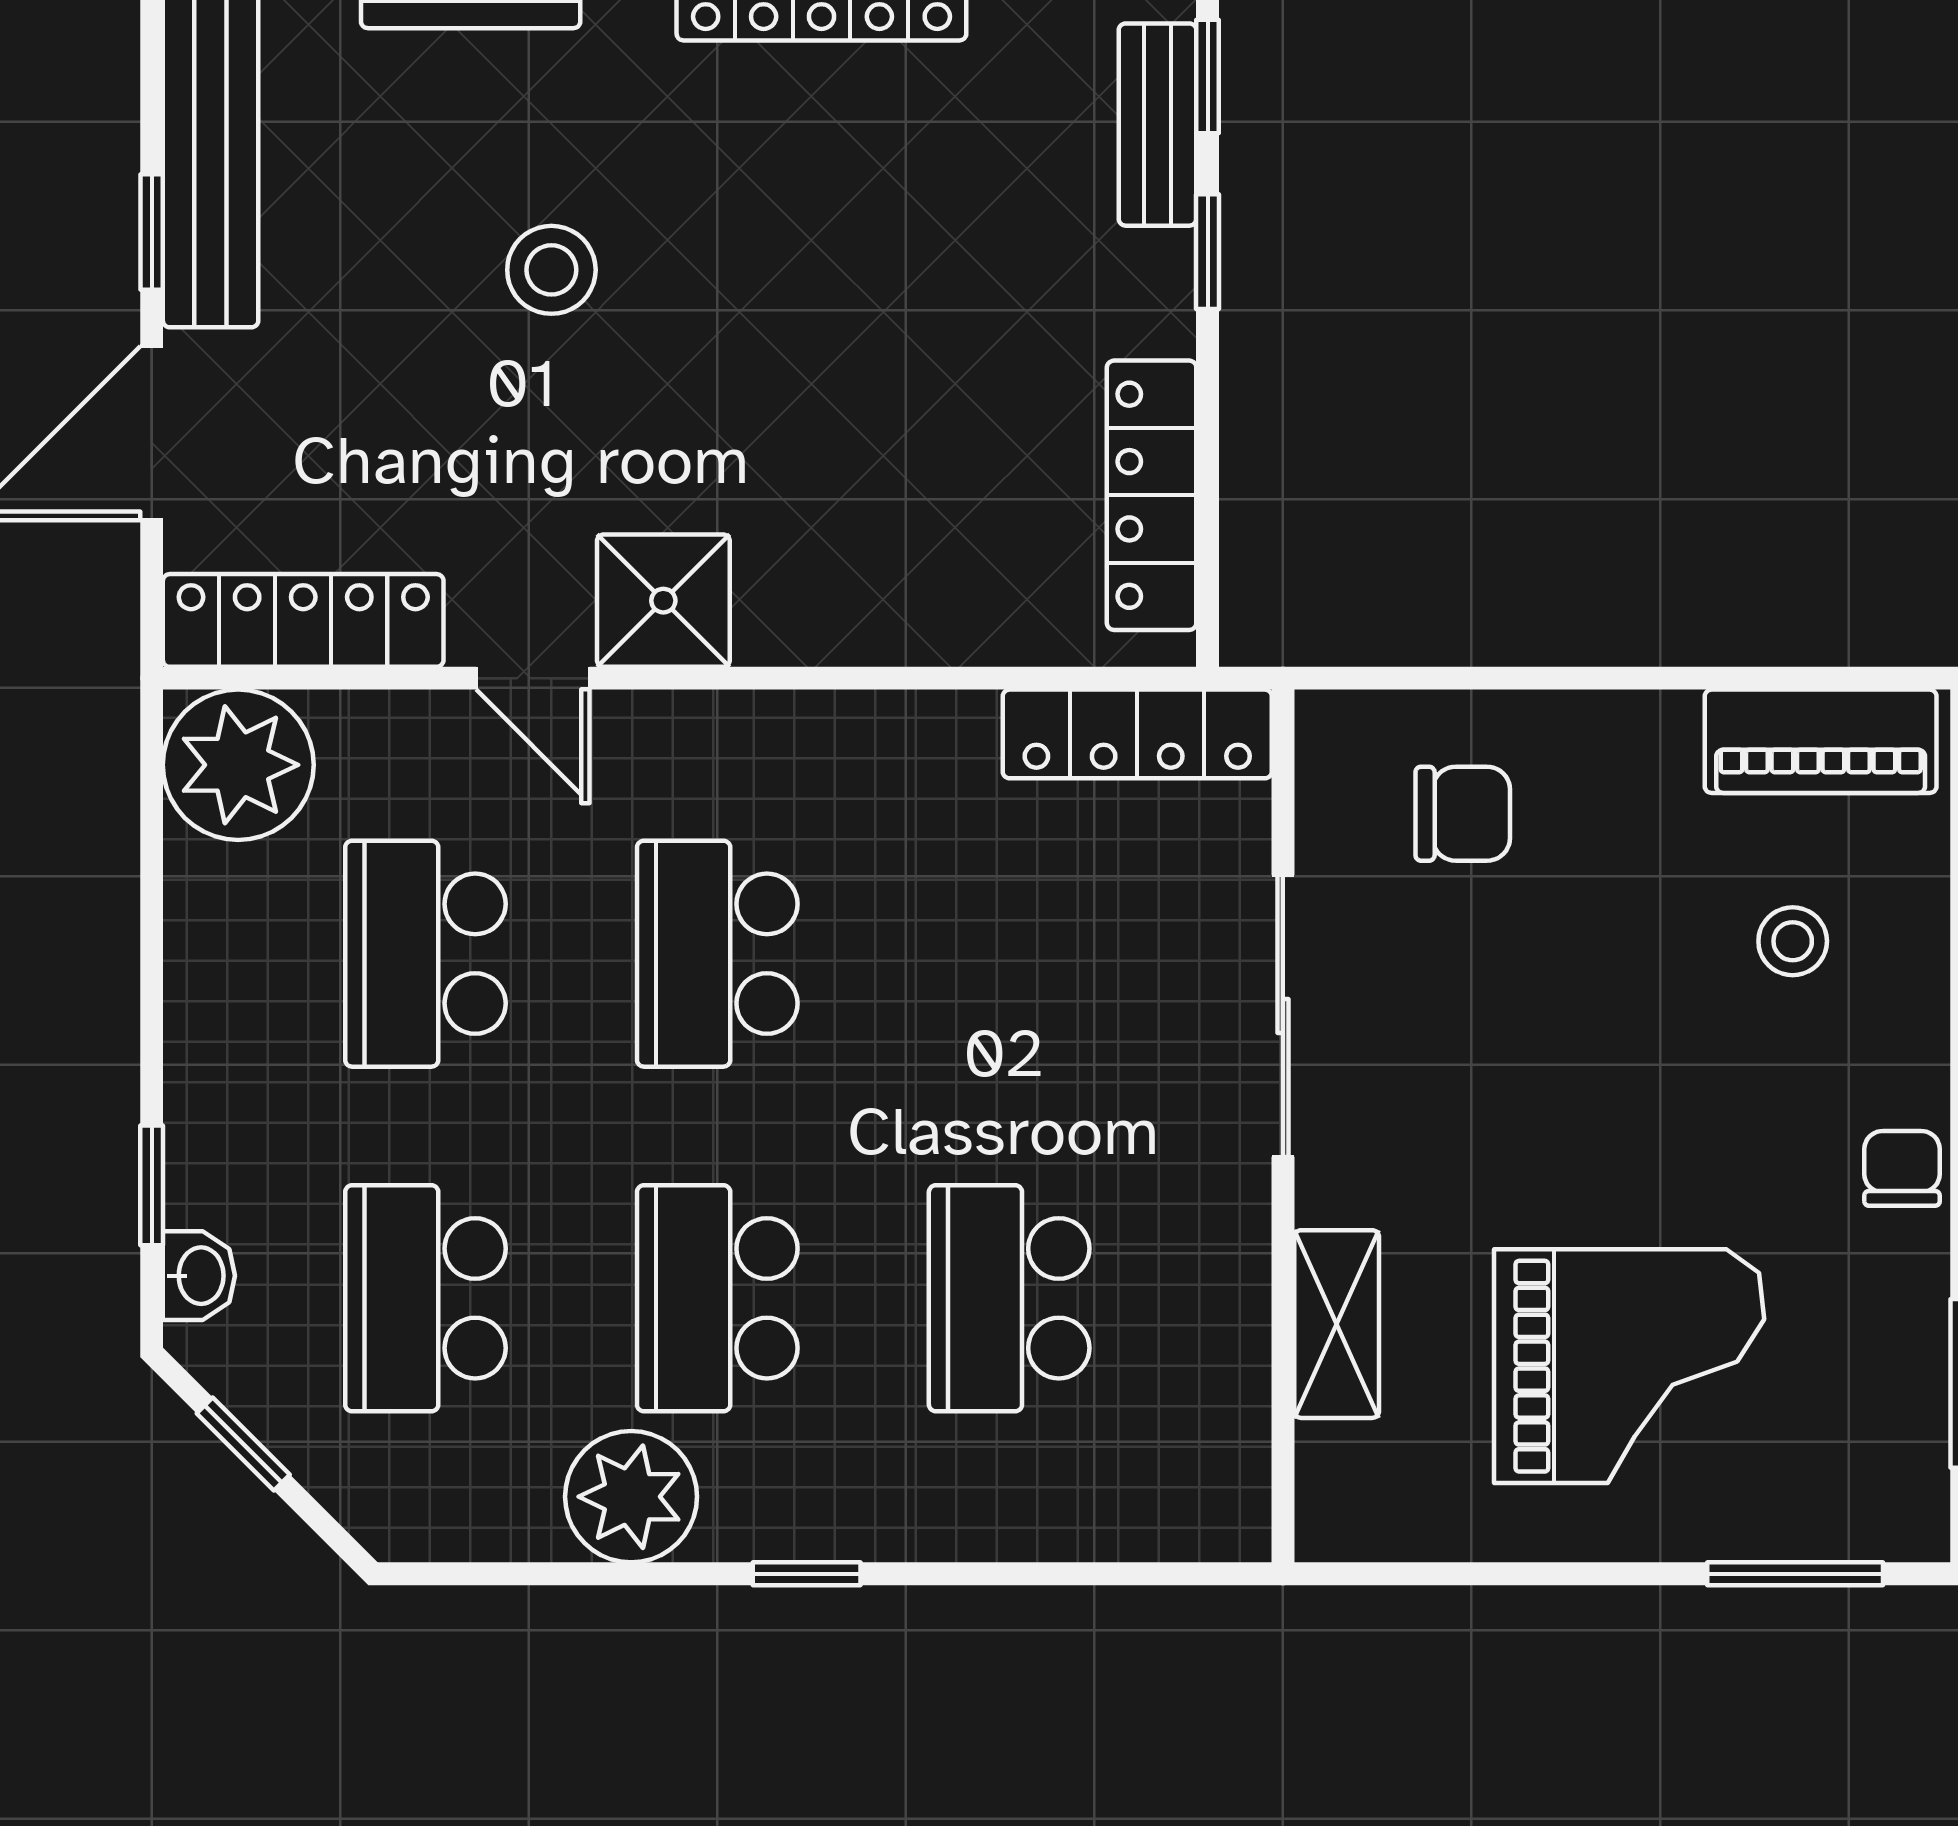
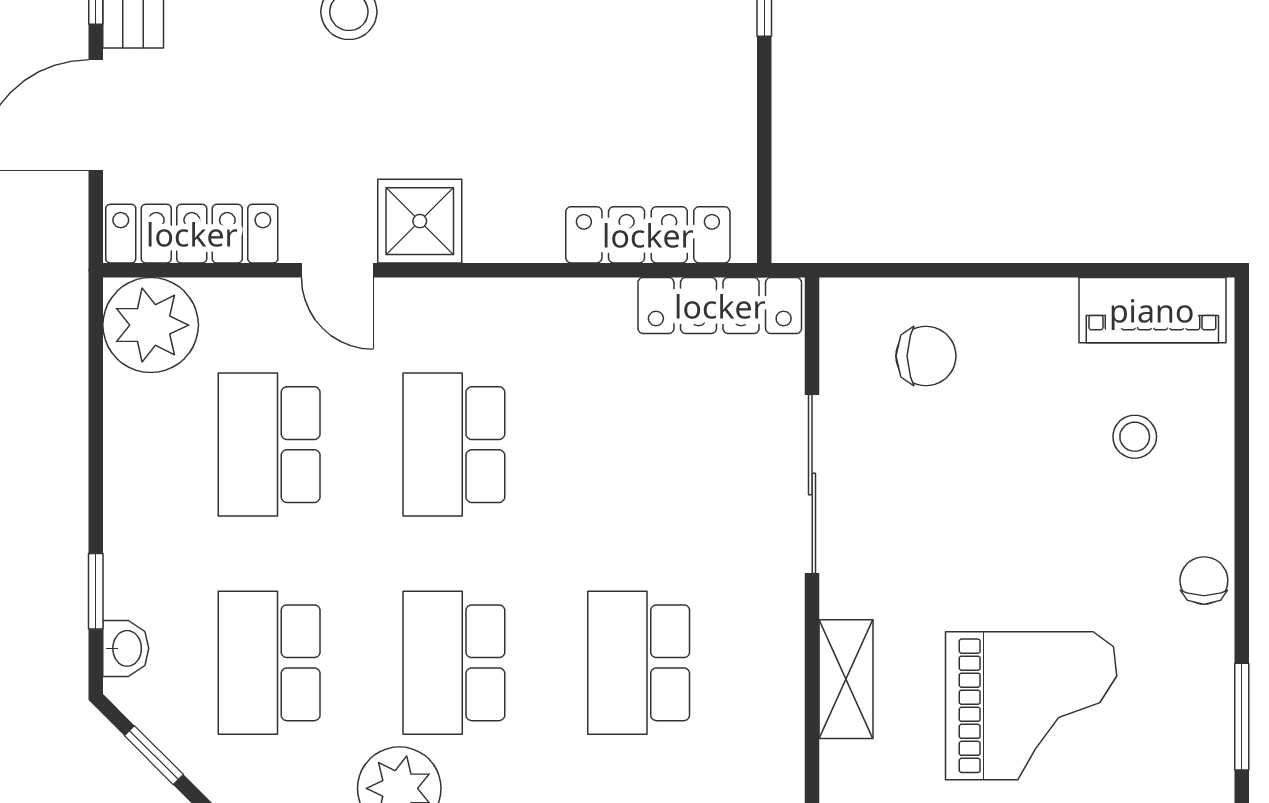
locker: (1152, 495) -> (648, 235), moved, turned 90

